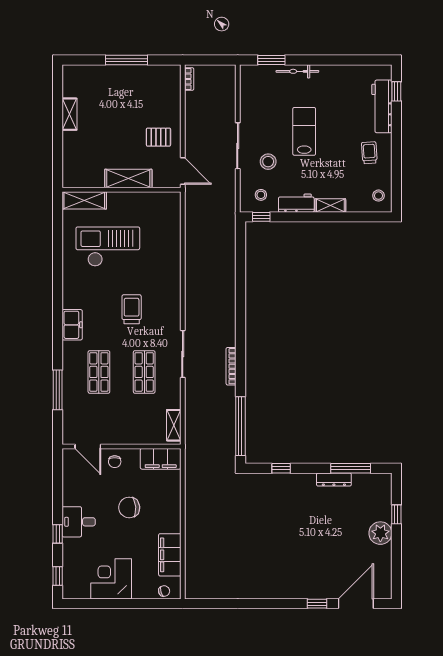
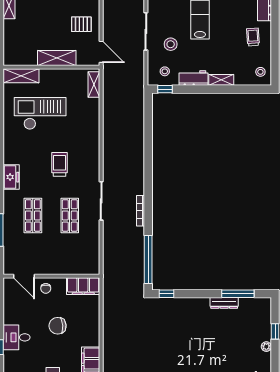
shelving: (174, 425) -> (94, 85), moved
window: (281, 468) -> (166, 294), moved
plant: (380, 533) -> (266, 347), width x0.53, depth x0.53

